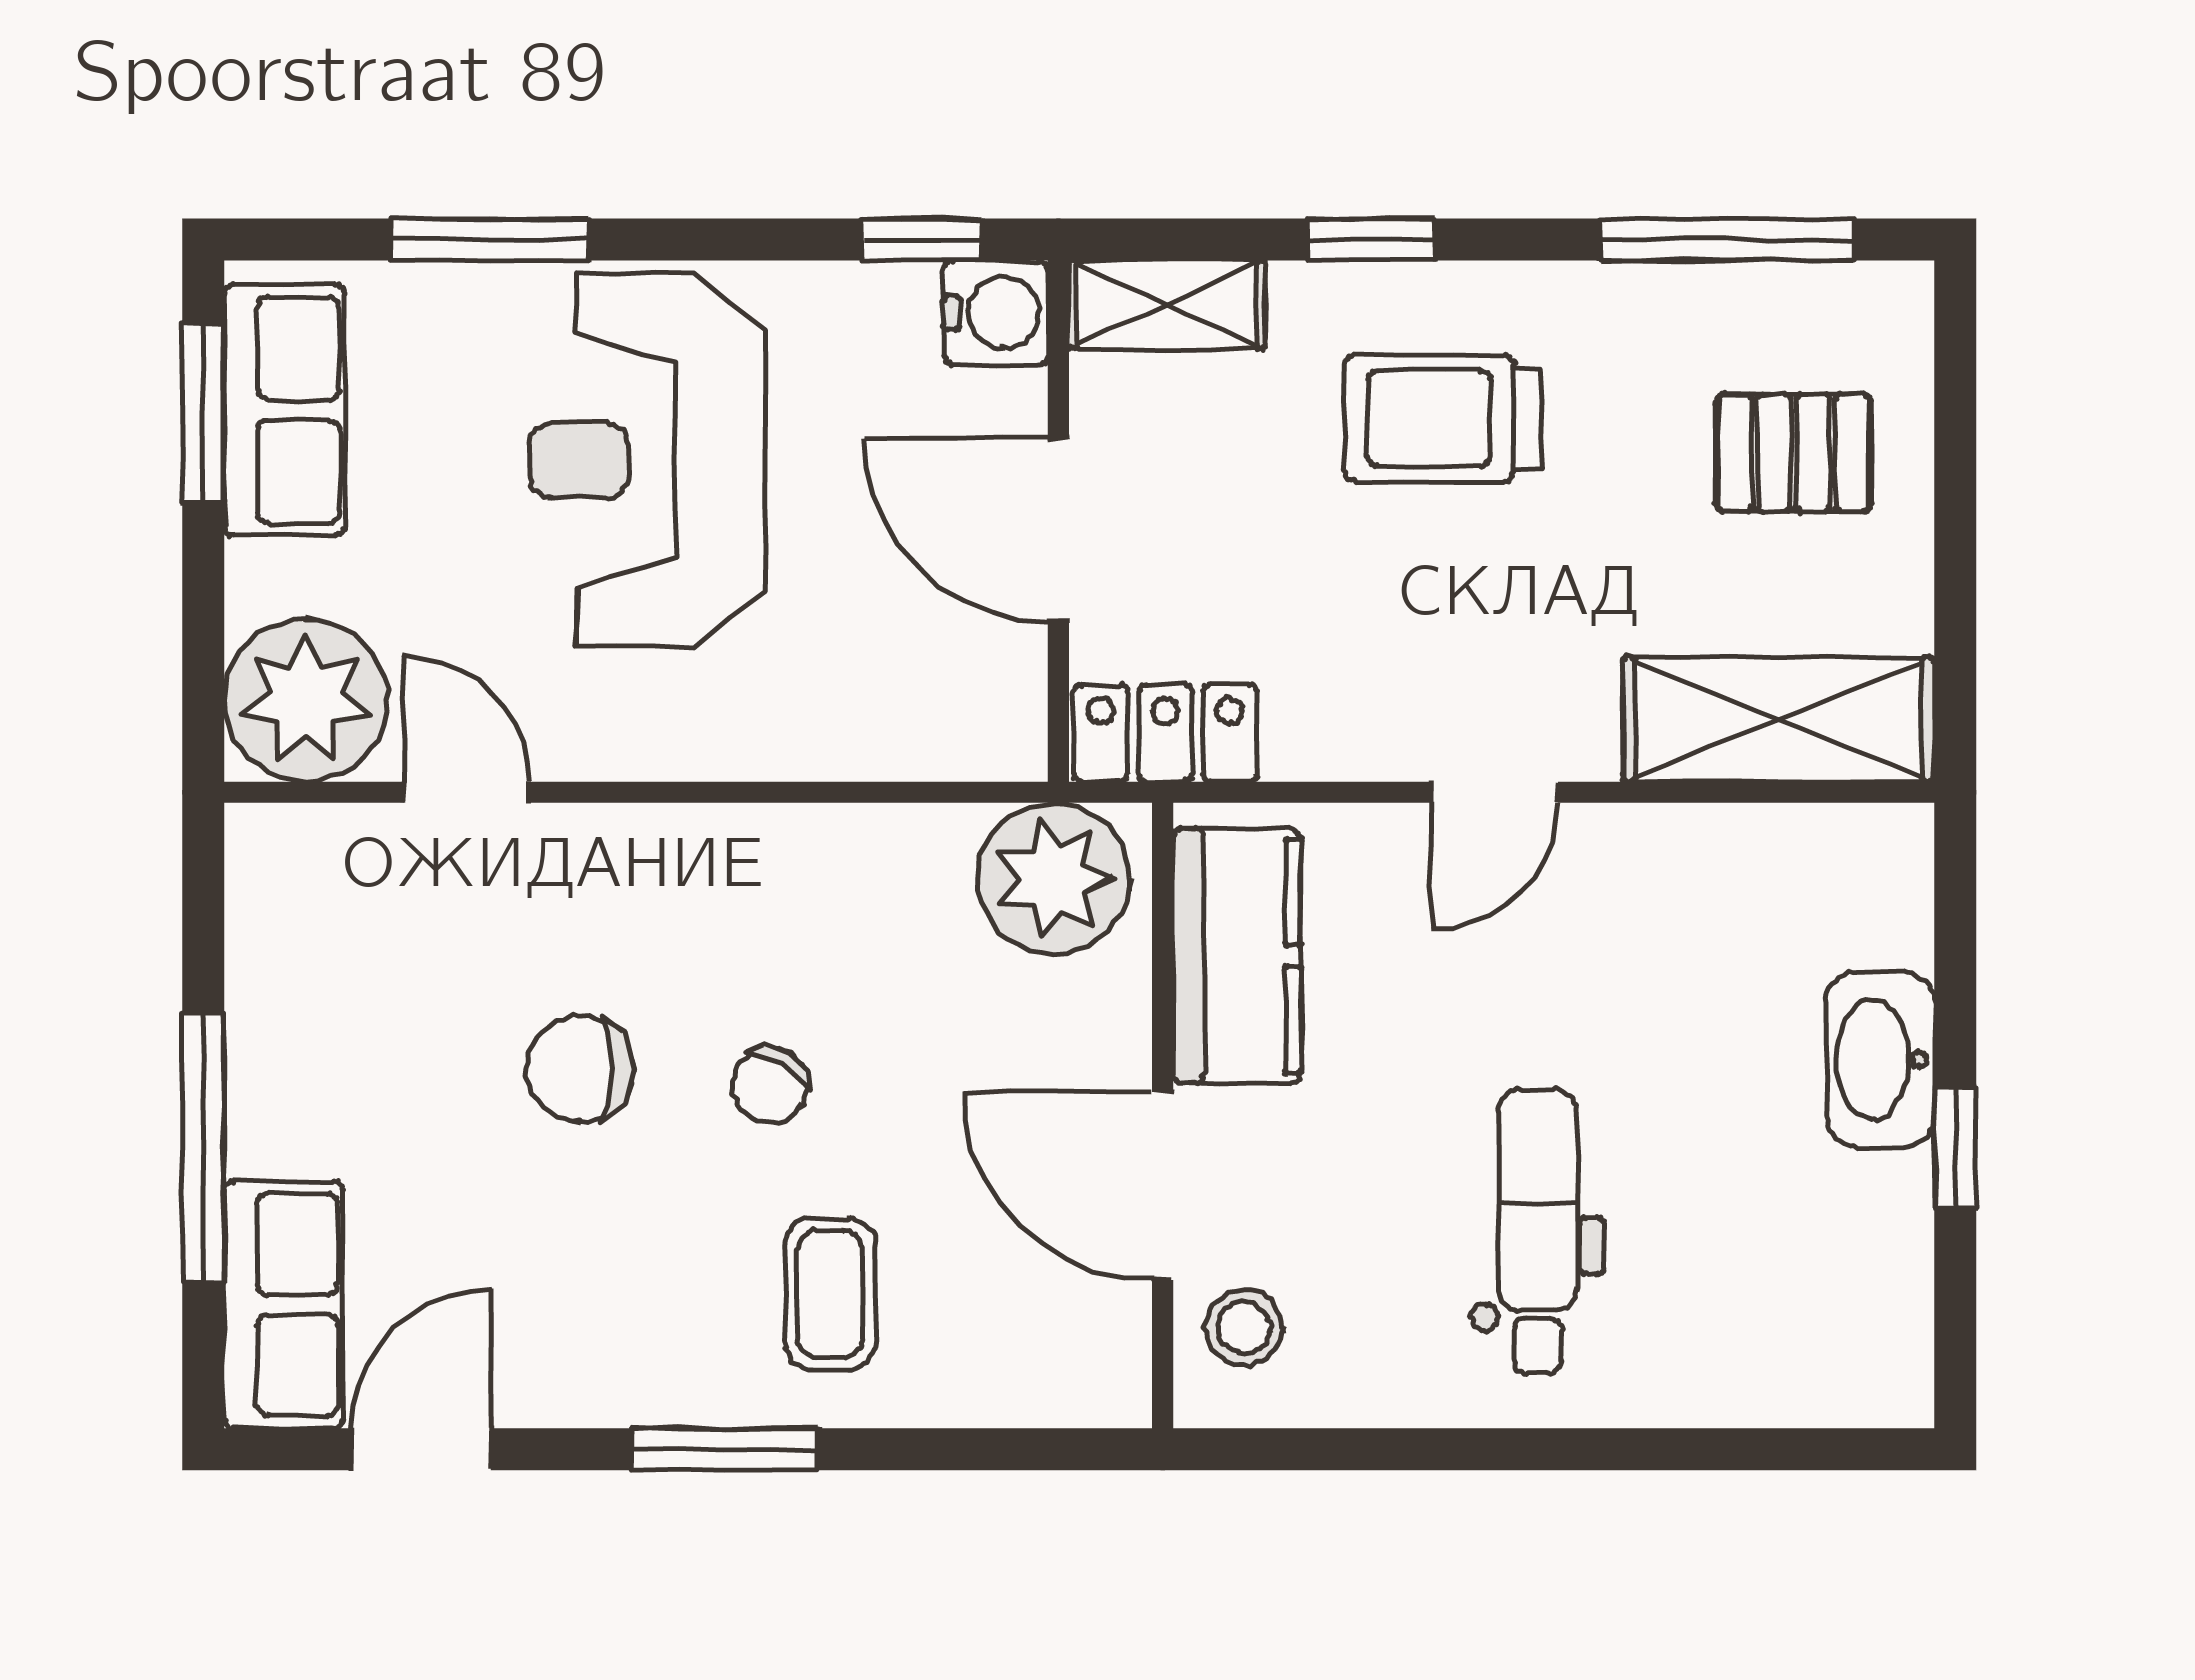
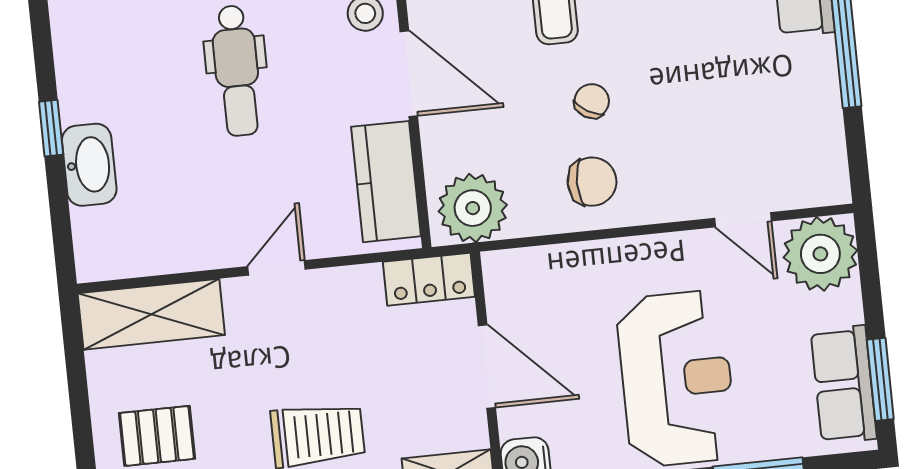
chair: (580, 1069) -> (592, 182), moved

